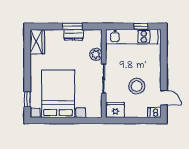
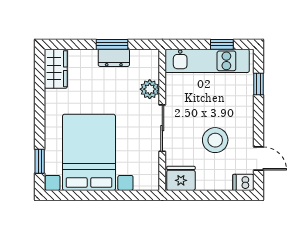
window: (164, 51) -> (258, 84), added

